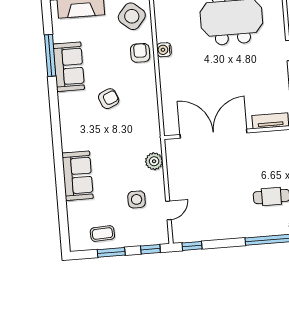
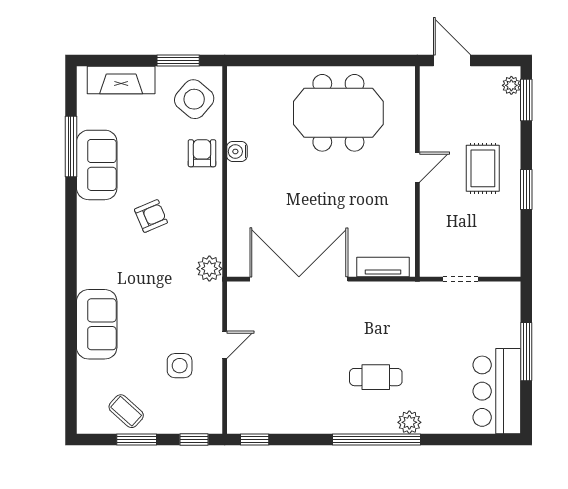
plant: (154, 161) -> (209, 269), moved
door: (168, 210) -> (225, 345), moved
coffee table: (102, 234) -> (126, 411), turned 45

